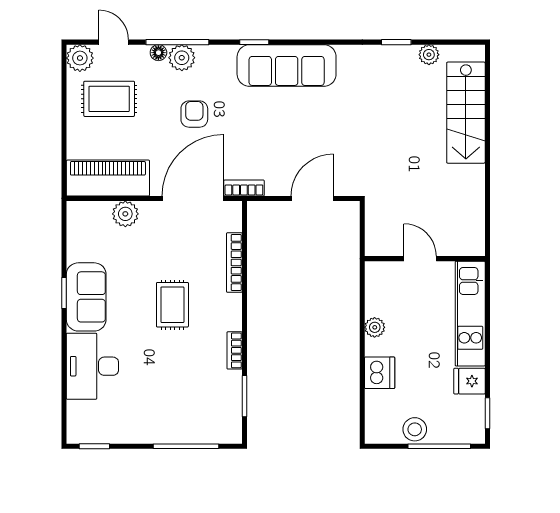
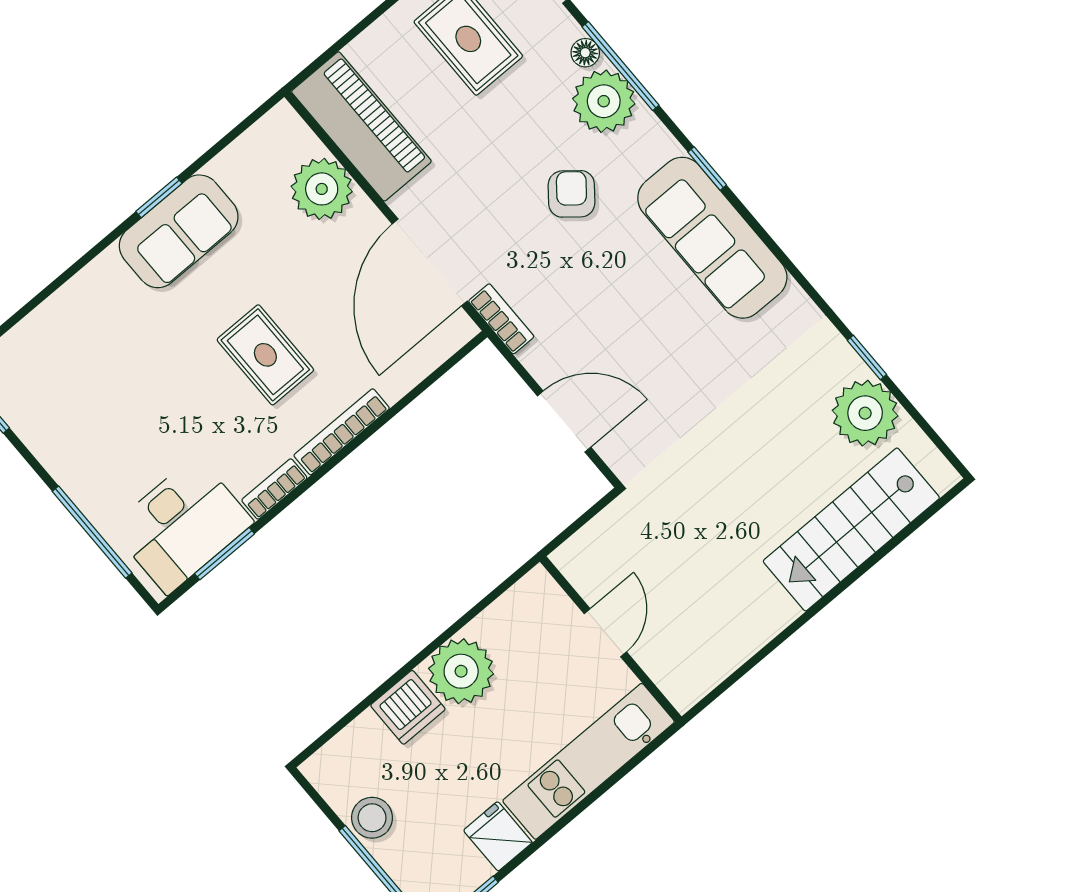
plant: (429, 55) -> (865, 413), width x1.87, depth x1.87
plant: (182, 58) -> (604, 101), width x1.36, depth x1.36
armchair: (194, 114) -> (572, 194), moved, turned -51
door: (193, 198) -> (430, 262), swing flipped
plant: (125, 214) -> (322, 189), width x1.36, depth x1.36
bookcase: (234, 263) -> (342, 432), moved
rug: (172, 305) -> (265, 355), turned 90
plant: (375, 327) -> (461, 671), width x1.87, depth x1.87
desk: (92, 366) -> (182, 525), moved, turned 180

